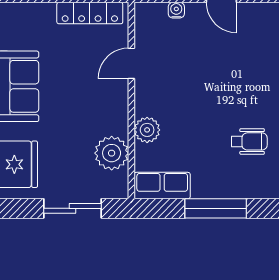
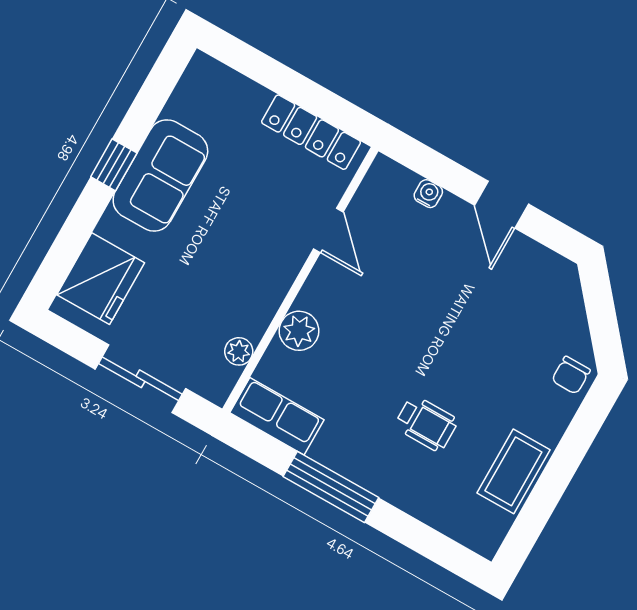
door: (131, 63) -> (328, 230), swing flipped
plant: (112, 153) -> (239, 351), width x0.53, depth x0.53

